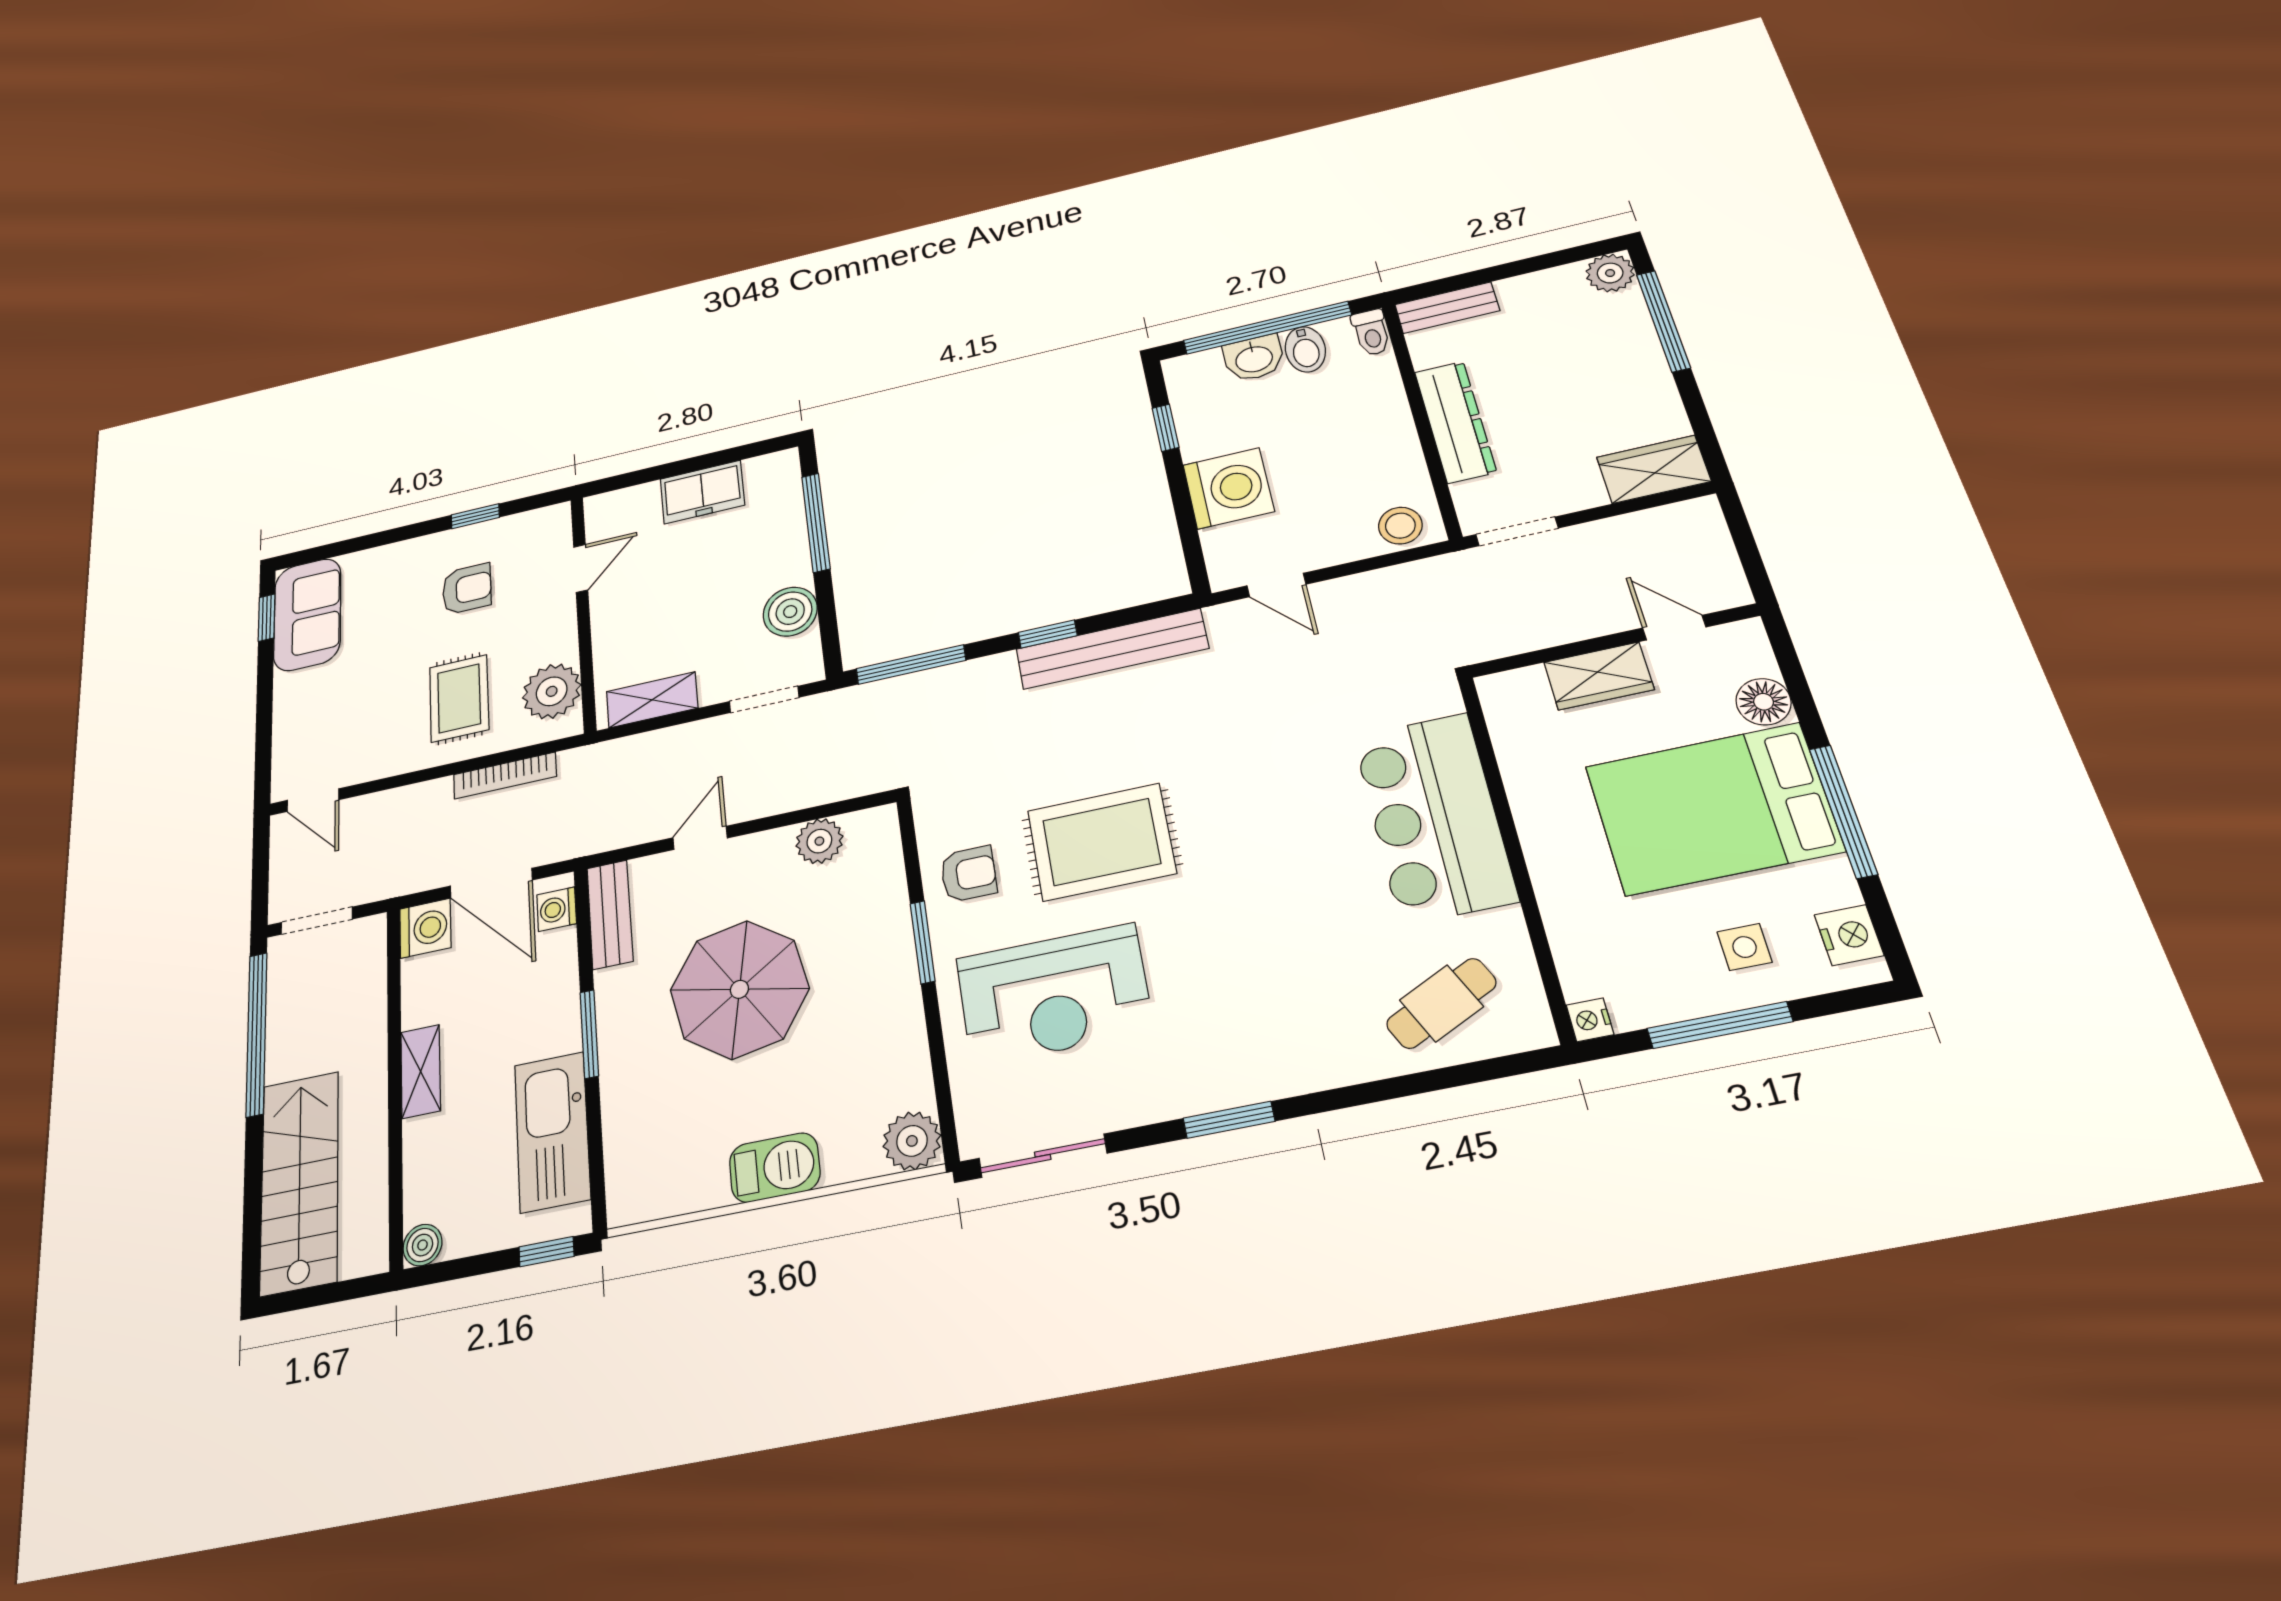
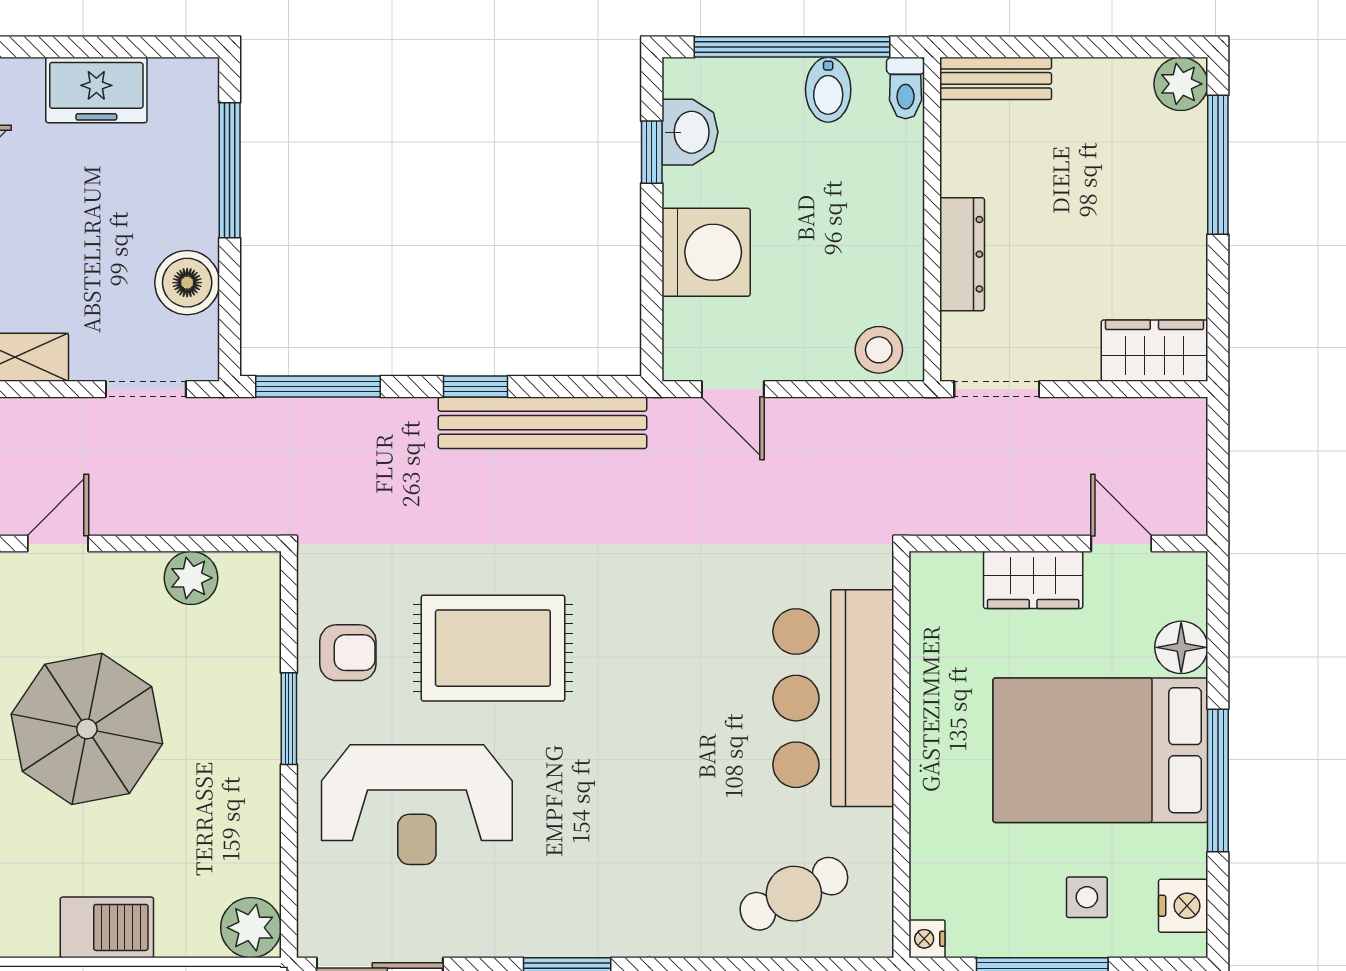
washbasin: (1254, 358) -> (690, 132), moved, turned -90
dresser: (1455, 422) -> (962, 254), width x0.73, depth x0.80

